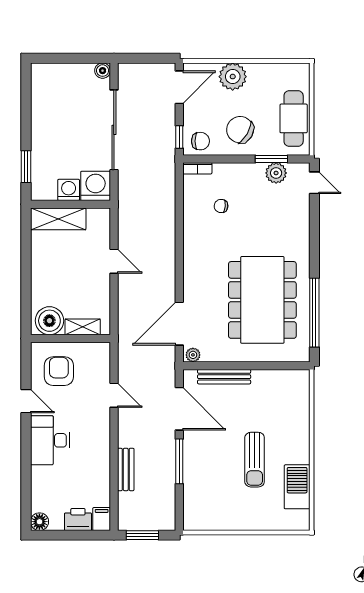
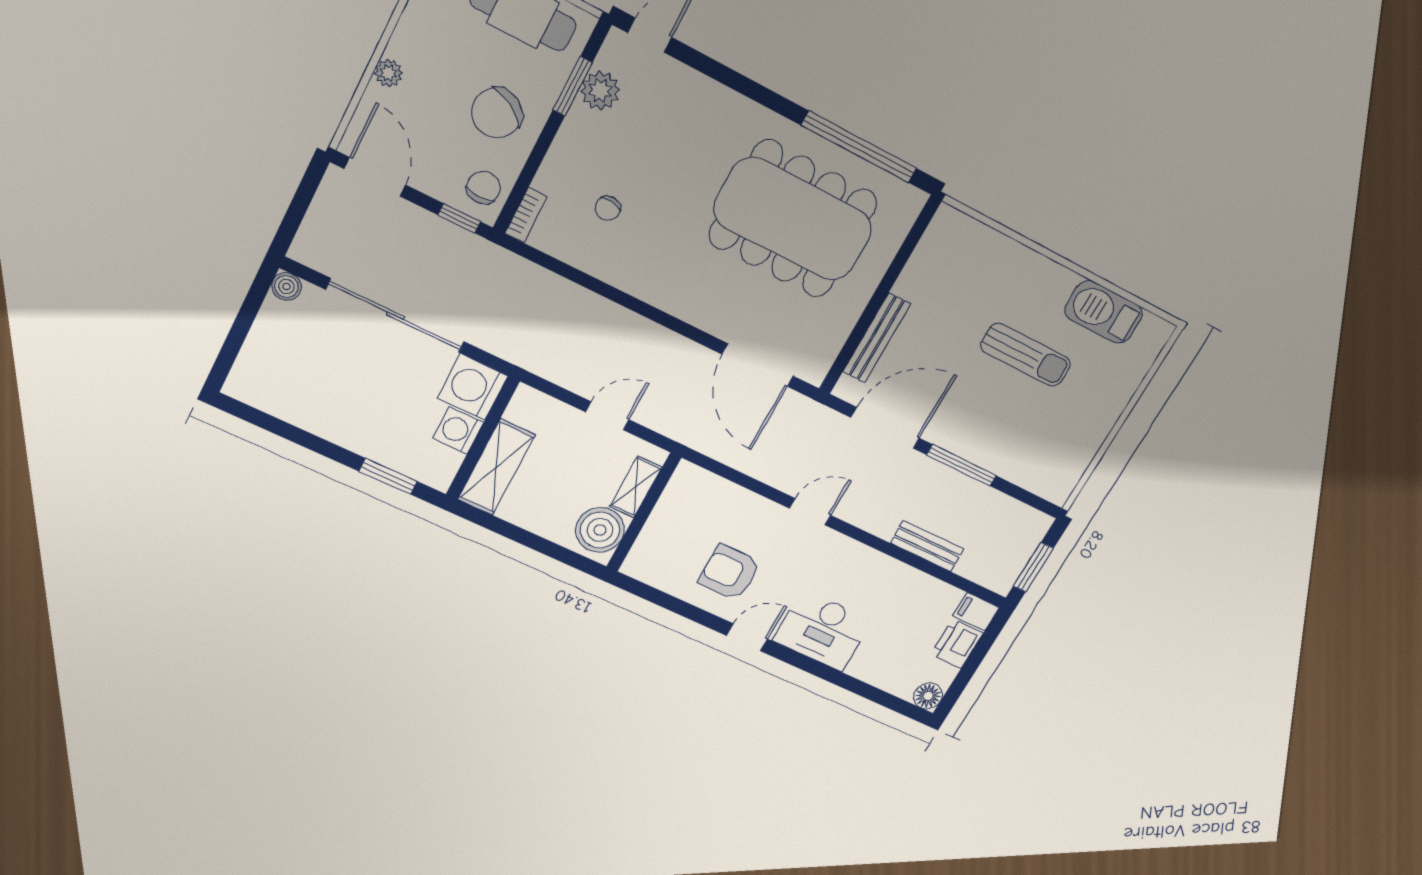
plant: (233, 77) -> (388, 73), width x0.53, depth x0.53
boiler: (49, 321) -> (600, 530), moved
shelving: (83, 327) -> (636, 487), moved
wall: (70, 338) -> (644, 512), moved
plant: (193, 355) -> (817, 368), removed

